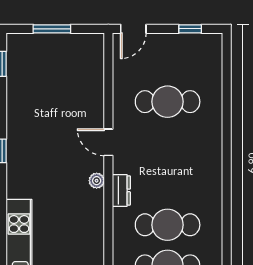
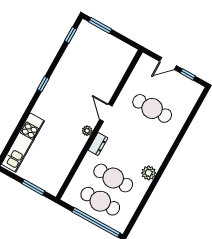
window: (52, 29) -> (100, 26), moved
door: (133, 29) -> (168, 63), moved
plant: (212, 191) -> (149, 173), added

